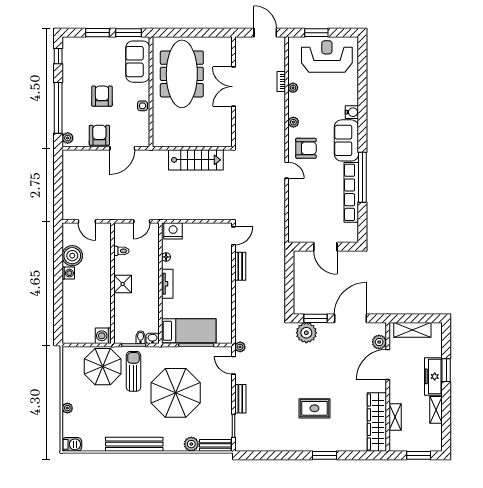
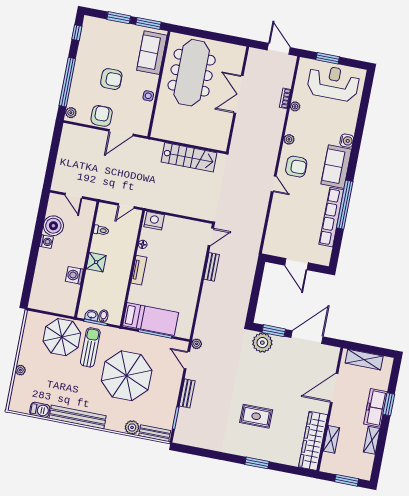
armchair: (102, 96) -> (111, 79), turned 90
washing machine: (103, 336) -> (74, 275), moved
washbasin: (153, 338) -> (92, 315), moved
plant: (379, 342) -> (330, 365), removed
barbecue: (72, 444) -> (40, 410), moved

